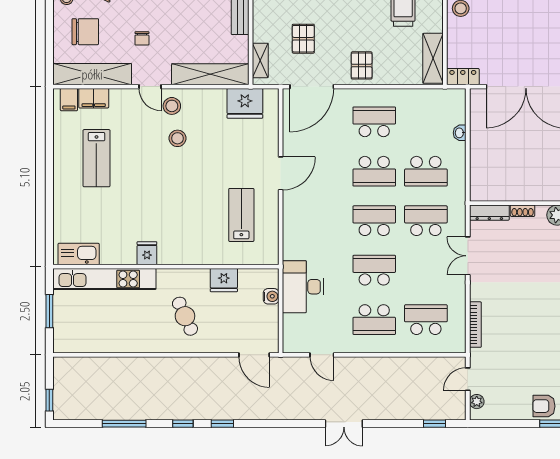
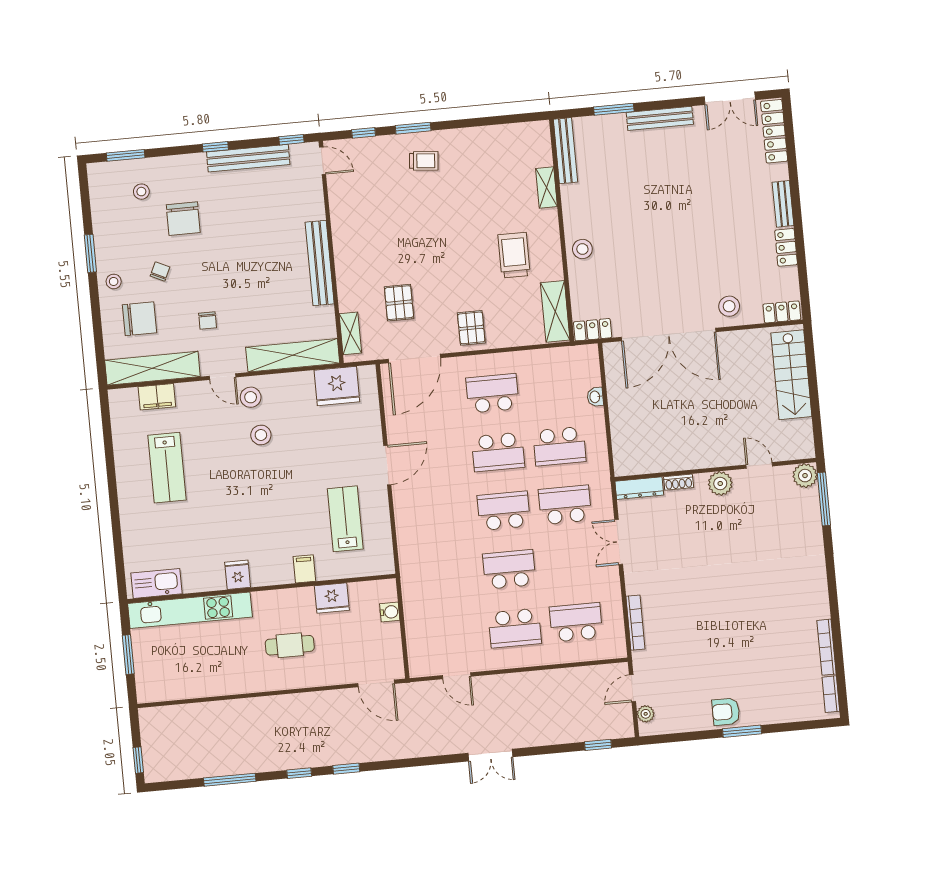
filing cabinet: (69, 100) -> (304, 569), moved, turned 180
desk: (303, 287) -> (426, 597), removed
cafe table: (185, 316) -> (290, 645), turned -66

